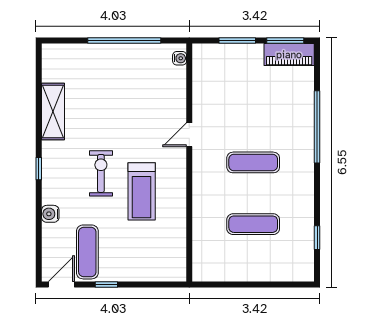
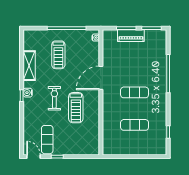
piano: (289, 55) -> (131, 36), moved
treadmill: (108, 91) -> (58, 55), added
door: (189, 135) -> (101, 78), width x1.88
water cooler: (50, 214) -> (28, 93), moved
door: (61, 284) -> (34, 157), hinge flipped

